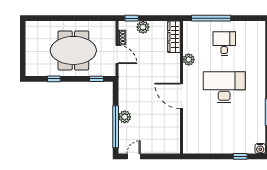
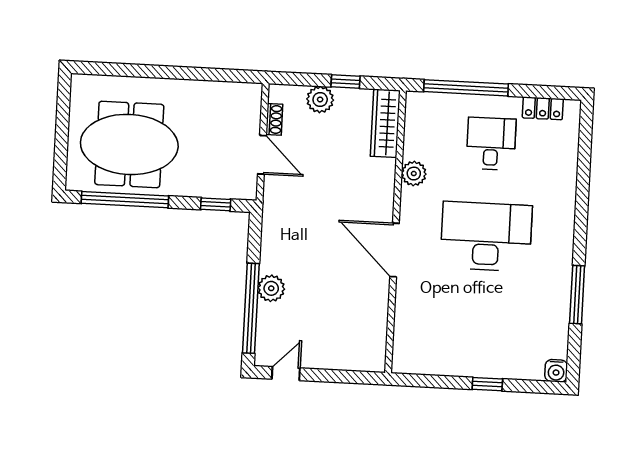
window: (132, 18) -> (346, 82), moved
locker: (248, 26) -> (543, 108), added
meeting table: (73, 50) -> (129, 144), moved
window: (54, 79) -> (125, 200), width x3.17
window: (240, 156) -> (487, 384), moved

